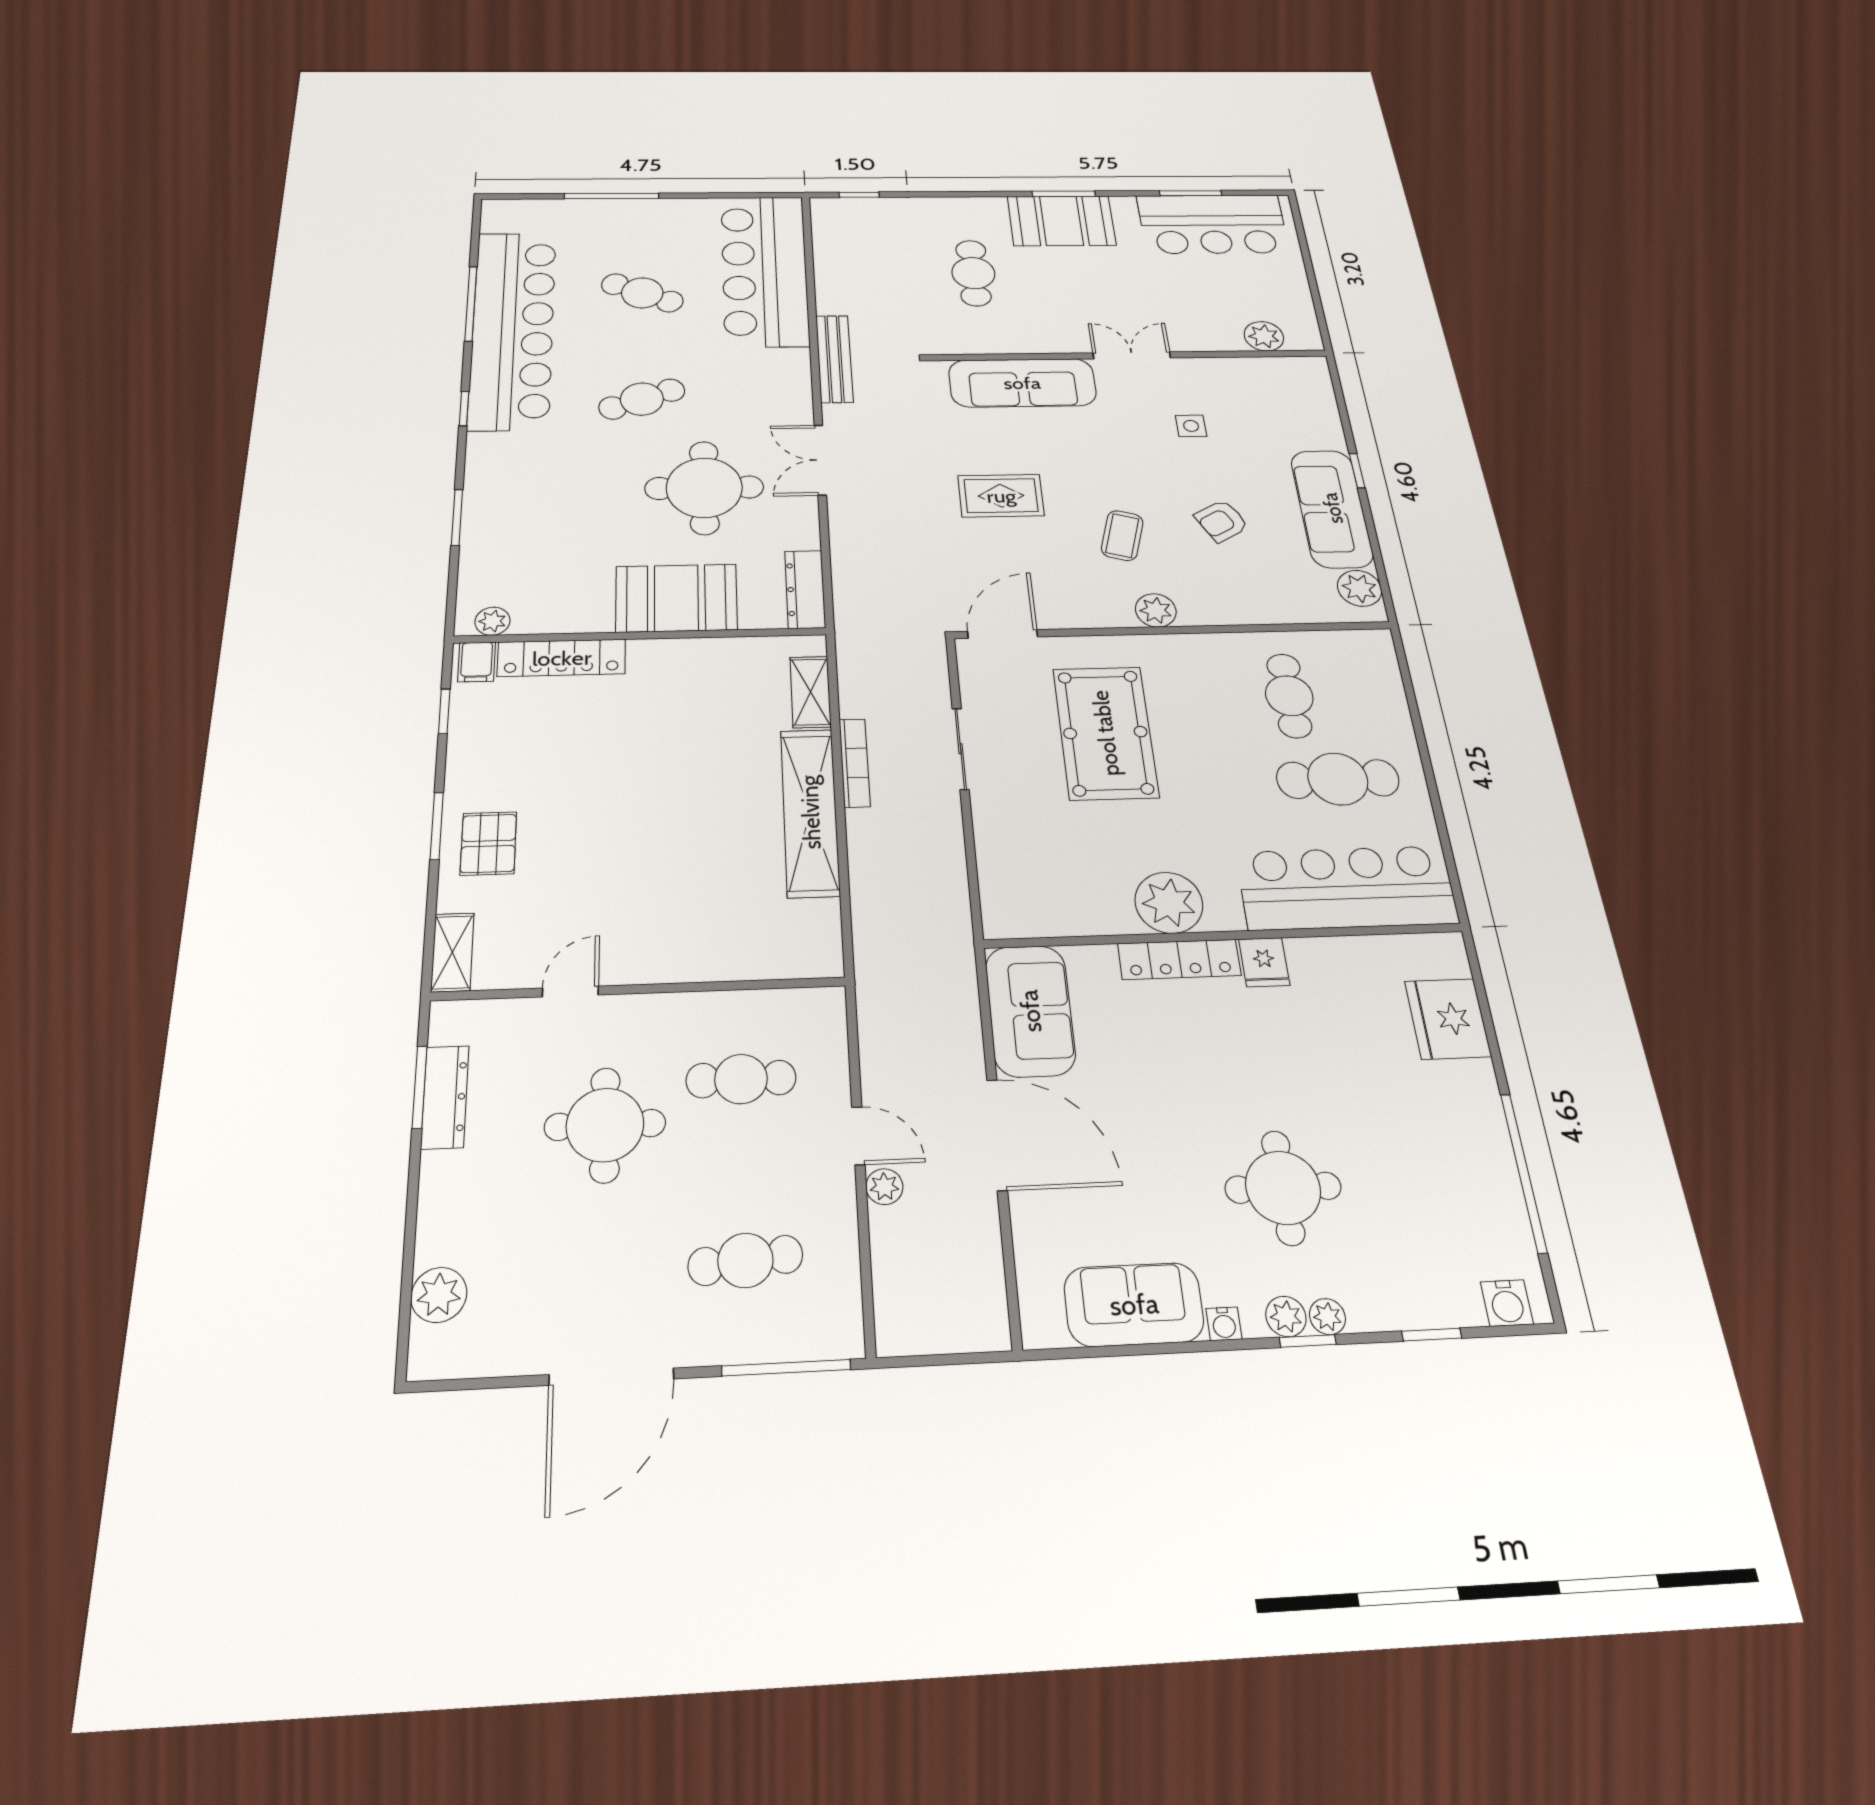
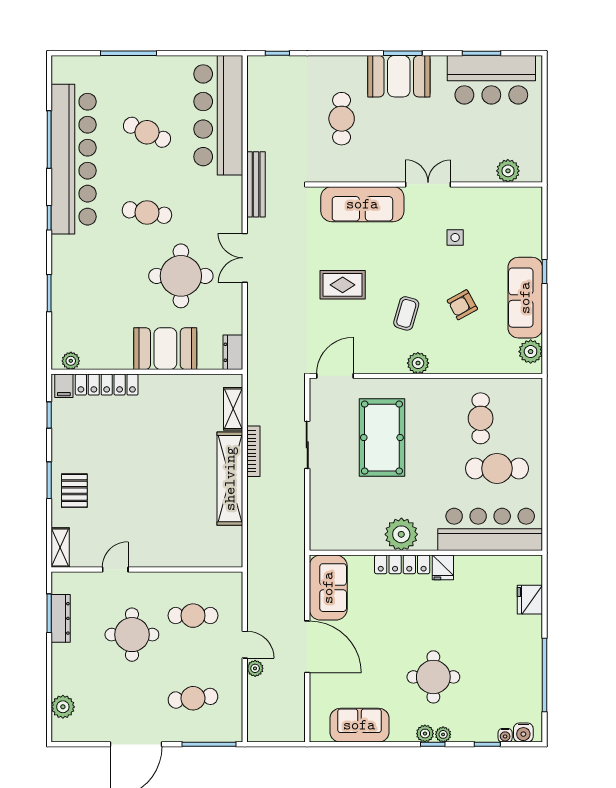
cafe table: (642, 399) -> (147, 213), turned 30
dresser: (805, 589) -> (233, 352), width x0.70
fridge: (1448, 1019) -> (530, 600), width x0.73, depth x0.75
water cooler: (1224, 1324) -> (505, 735), moved

